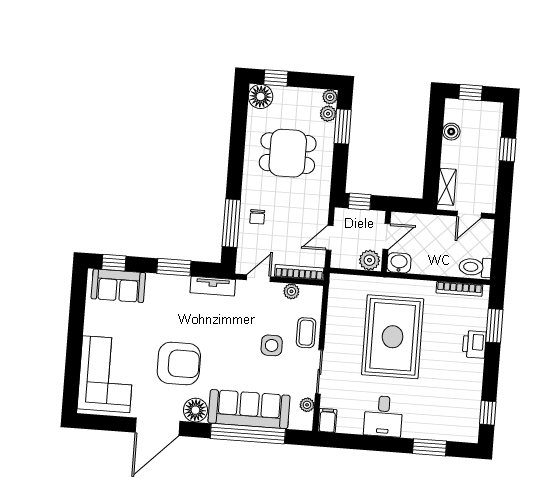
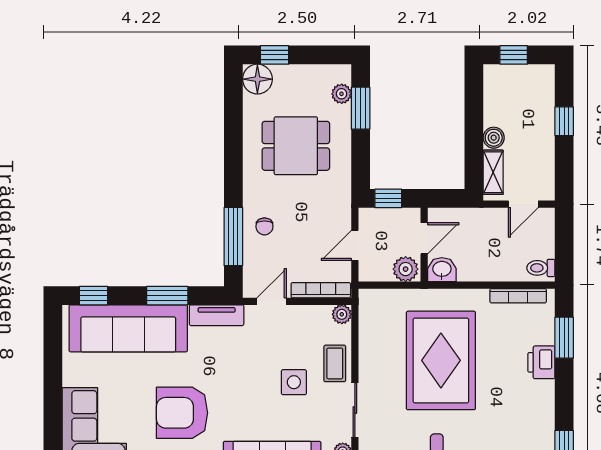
plant: (330, 97) -> (342, 73), removed
boiler: (451, 132) -> (494, 138), moved
toilet: (475, 267) -> (541, 268), width x0.73, depth x0.72
sofa: (118, 286) -> (128, 328), width x1.85, depth x1.27
plant: (291, 291) -> (342, 314), moved
armchair: (179, 363) -> (182, 413), turned 180

